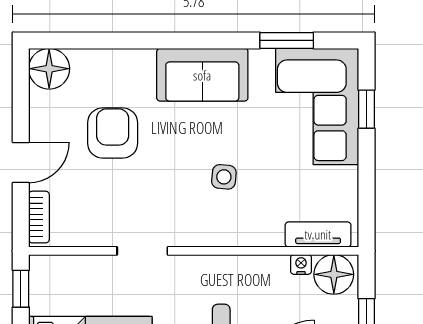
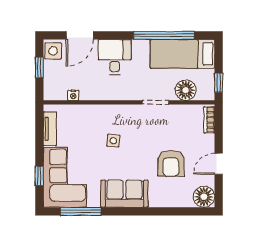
window: (287, 40) -> (81, 211), width x1.44
door: (21, 162) -> (219, 164), moved
tv unit: (318, 234) -> (50, 129), moved, turned -90
floor lamp: (334, 274) -> (186, 90), moved

